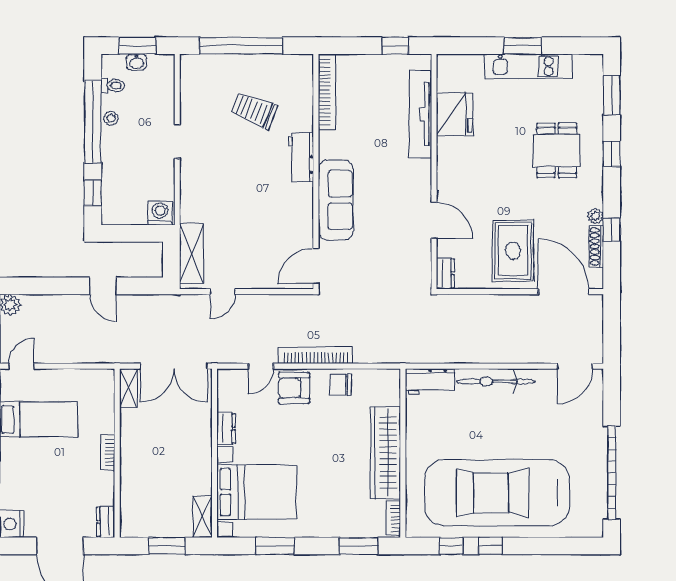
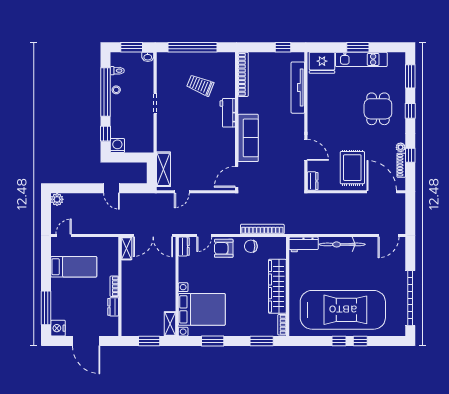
washbasin: (137, 62) -> (148, 57), moved
fridge: (455, 114) -> (322, 63), moved, turned 90
washing machine: (160, 213) -> (117, 146), moved
bookcase: (316, 355) -> (262, 229), moved
dresser: (226, 429) -> (184, 247), moved
car: (497, 493) -> (343, 310), turned 180
dresser: (106, 522) -> (113, 307), moved
window: (451, 546) -> (360, 341), moved

